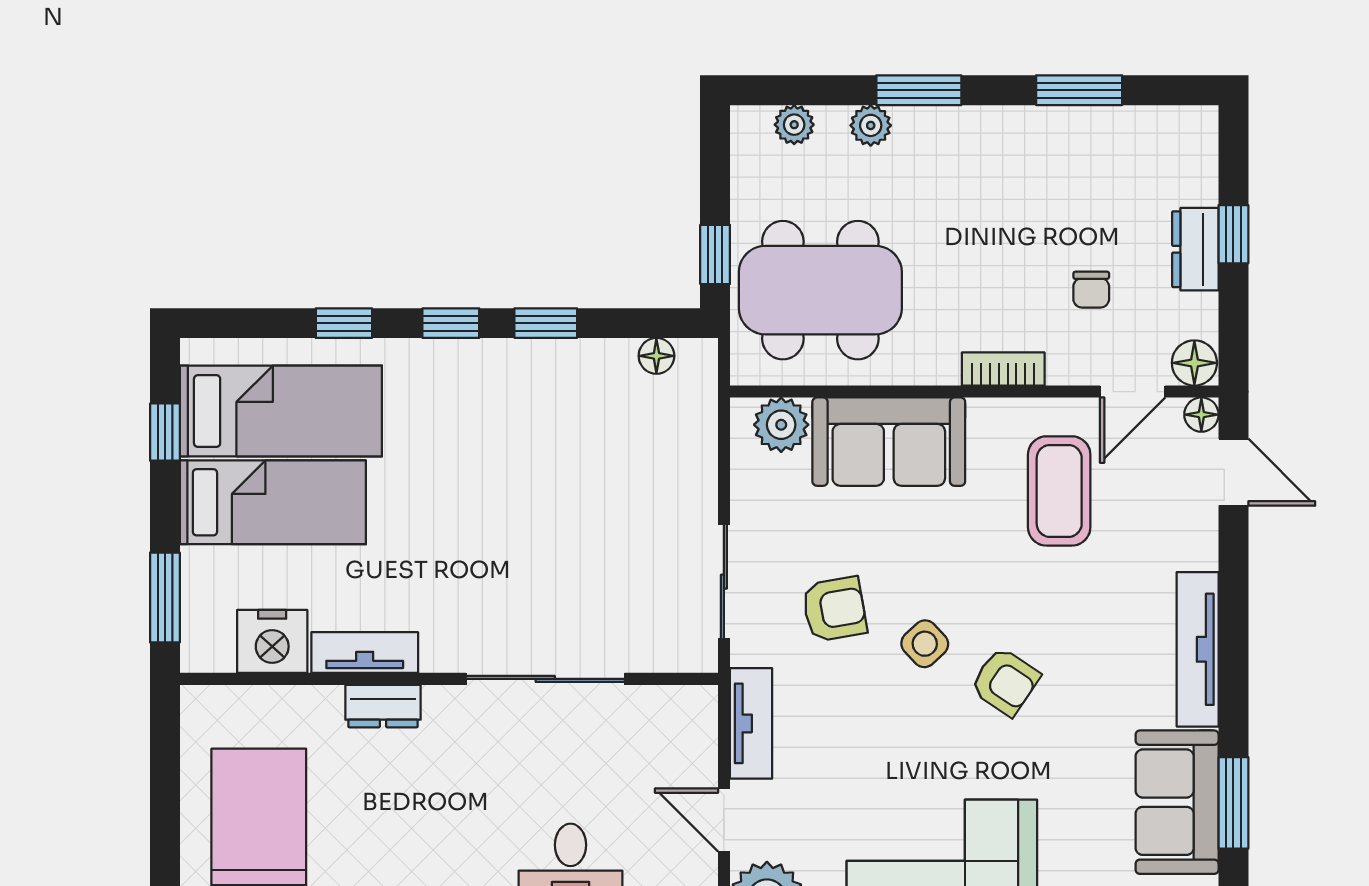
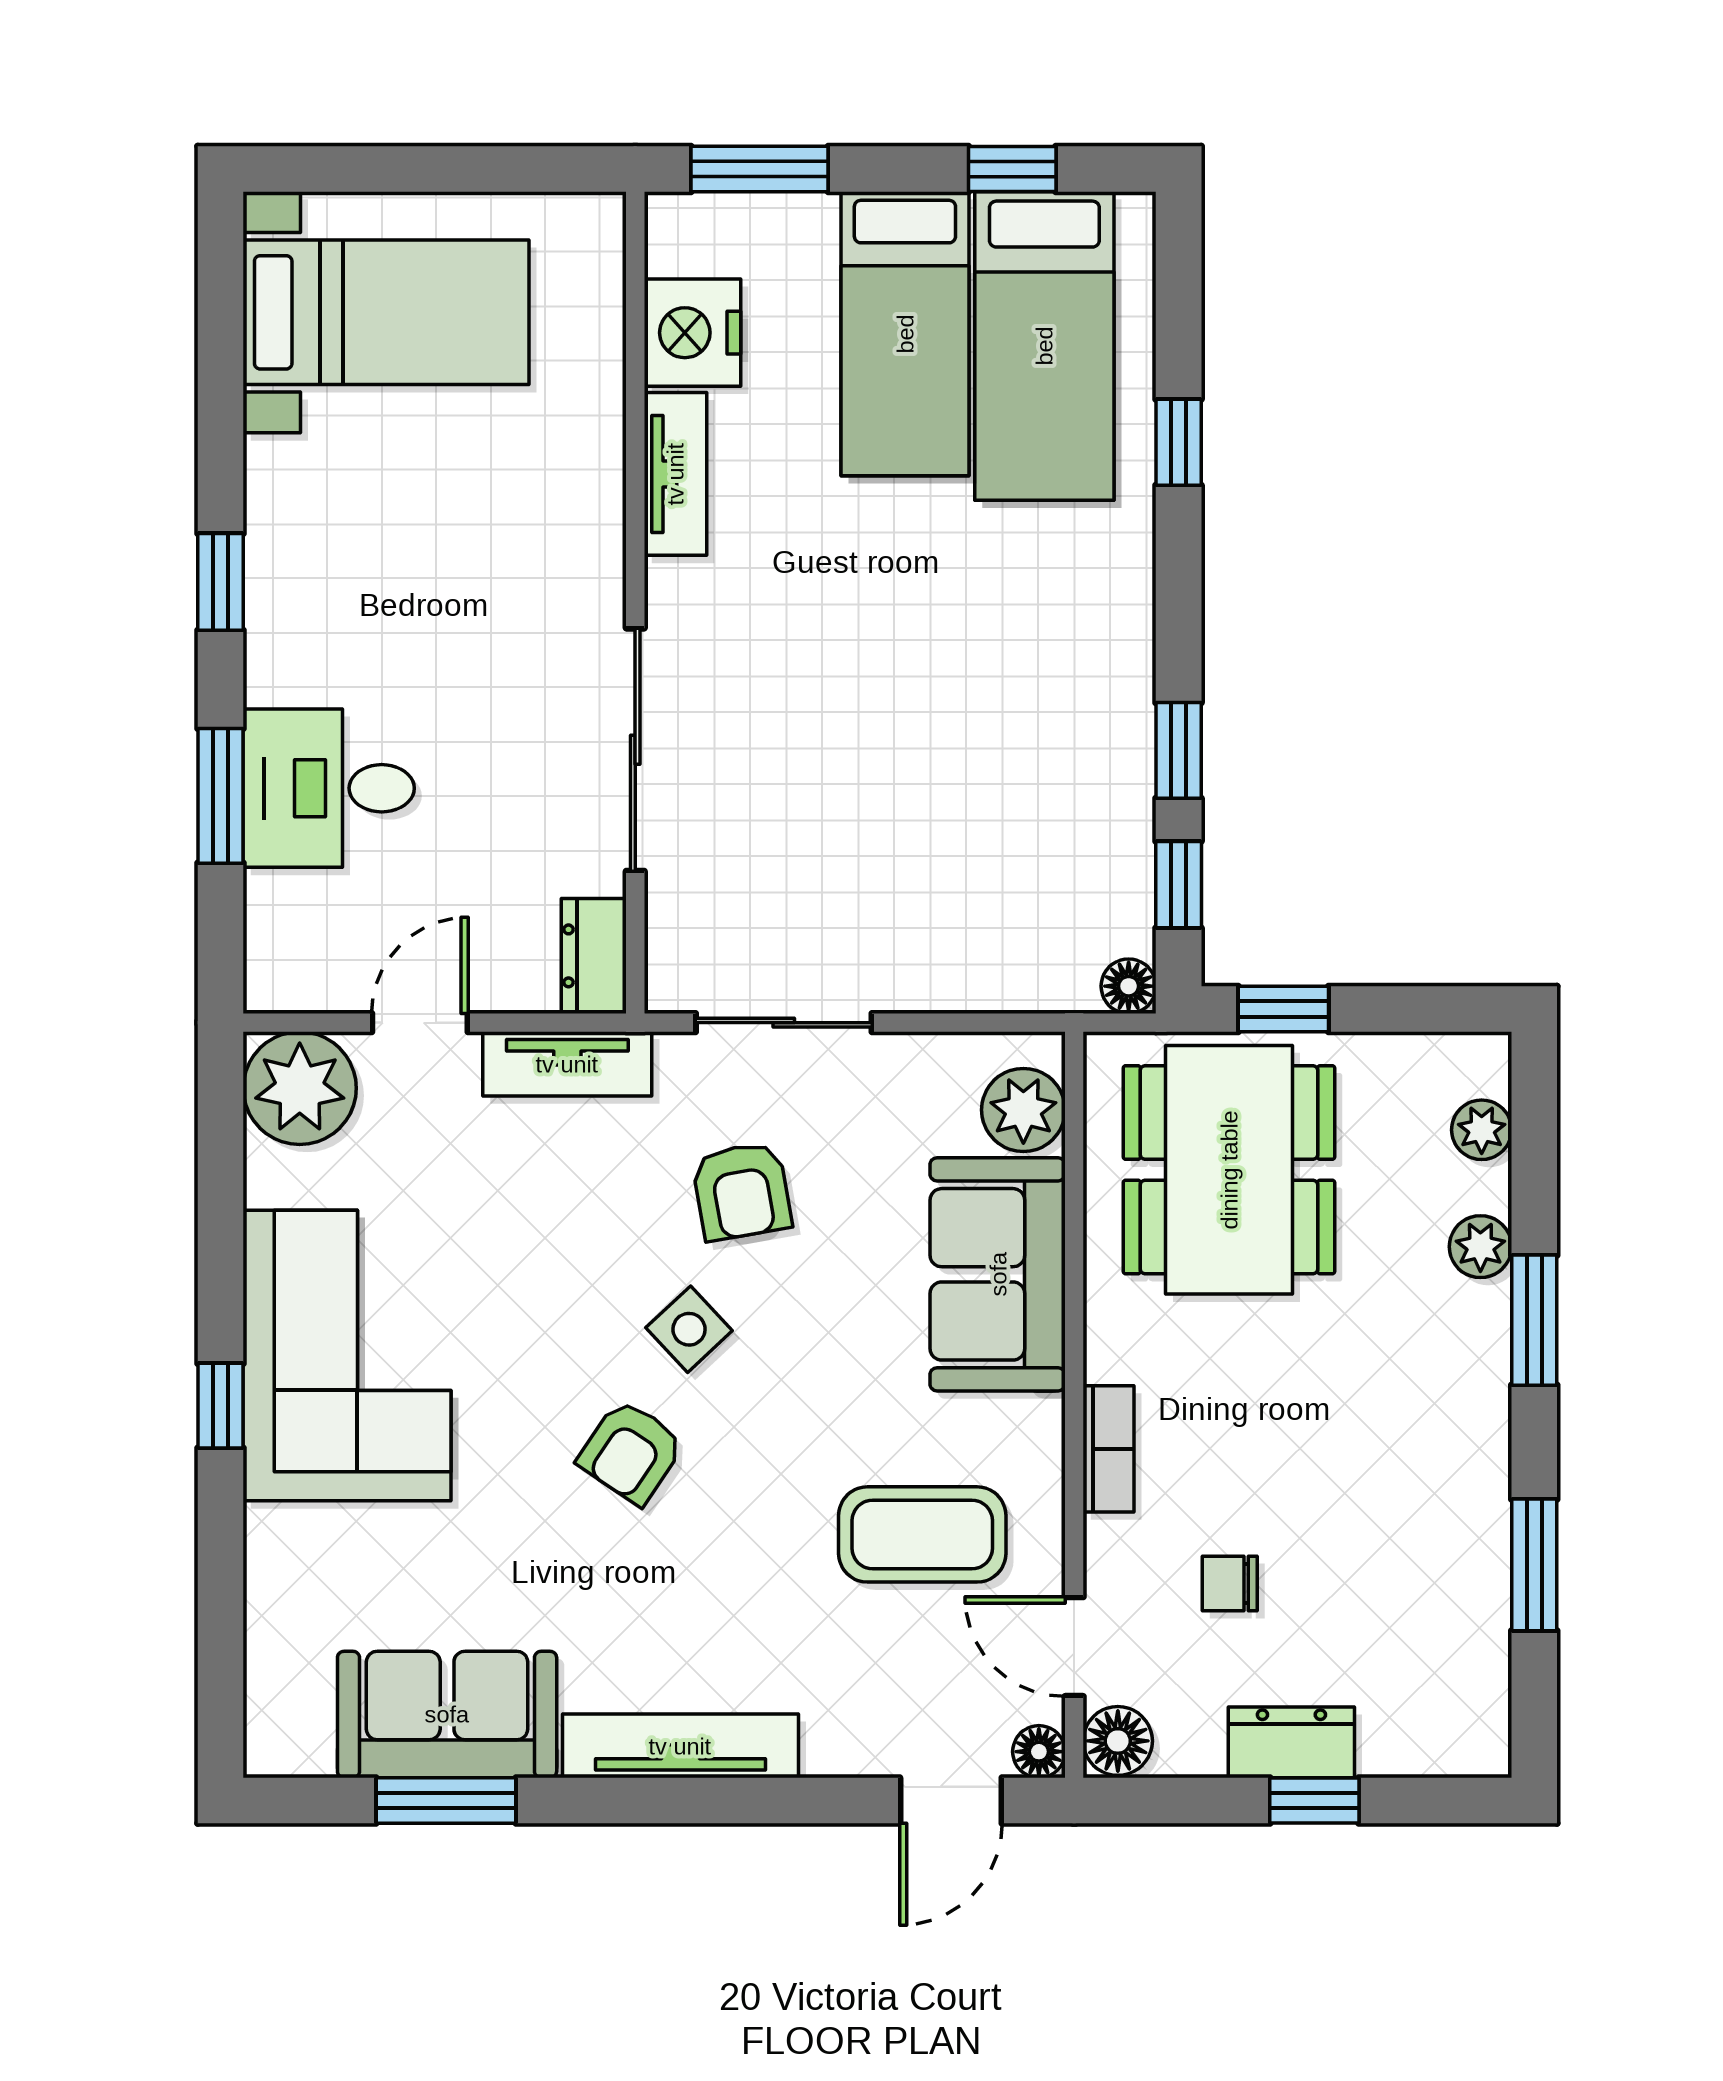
window: (451, 323) -> (1179, 885), moved
floor lamp: (656, 356) -> (1129, 986), moved
dresser: (383, 706) -> (594, 956), moved

